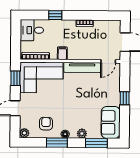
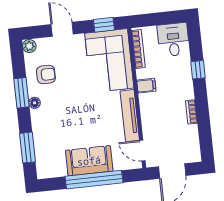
window: (125, 98) -> (94, 180), width x3.17
sofa: (111, 122) -> (89, 161), moved
plant: (82, 134) -> (38, 126), removed

